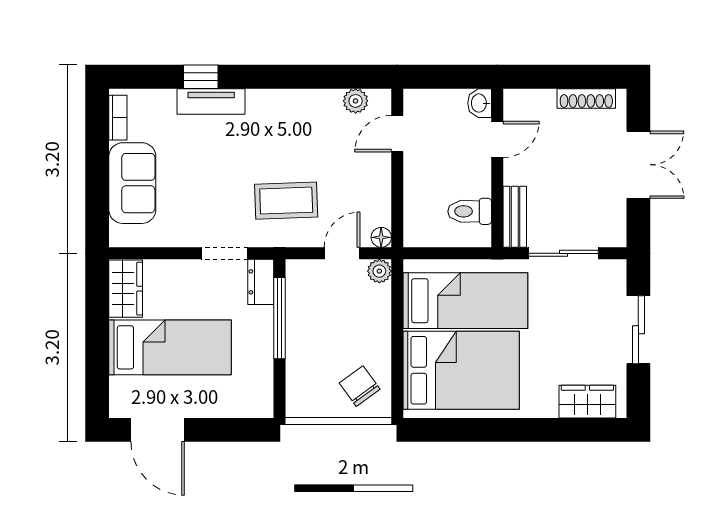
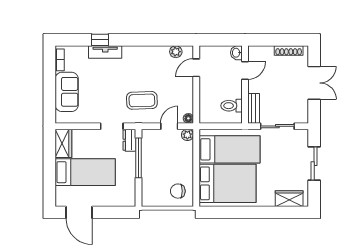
chair: (360, 386) -> (178, 191), turned -54

